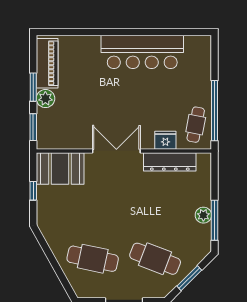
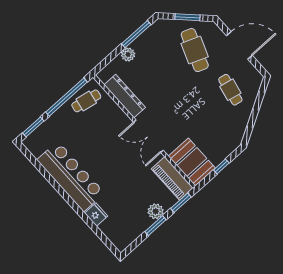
window: (215, 58) -> (33, 127), added
piano: (47, 63) -> (172, 178), moved, turned -90
fridge: (165, 140) -> (96, 215), moved, turned 180
plant: (203, 215) -> (128, 54), moved
cafe table: (93, 259) -> (230, 90), width x0.73, depth x0.74

